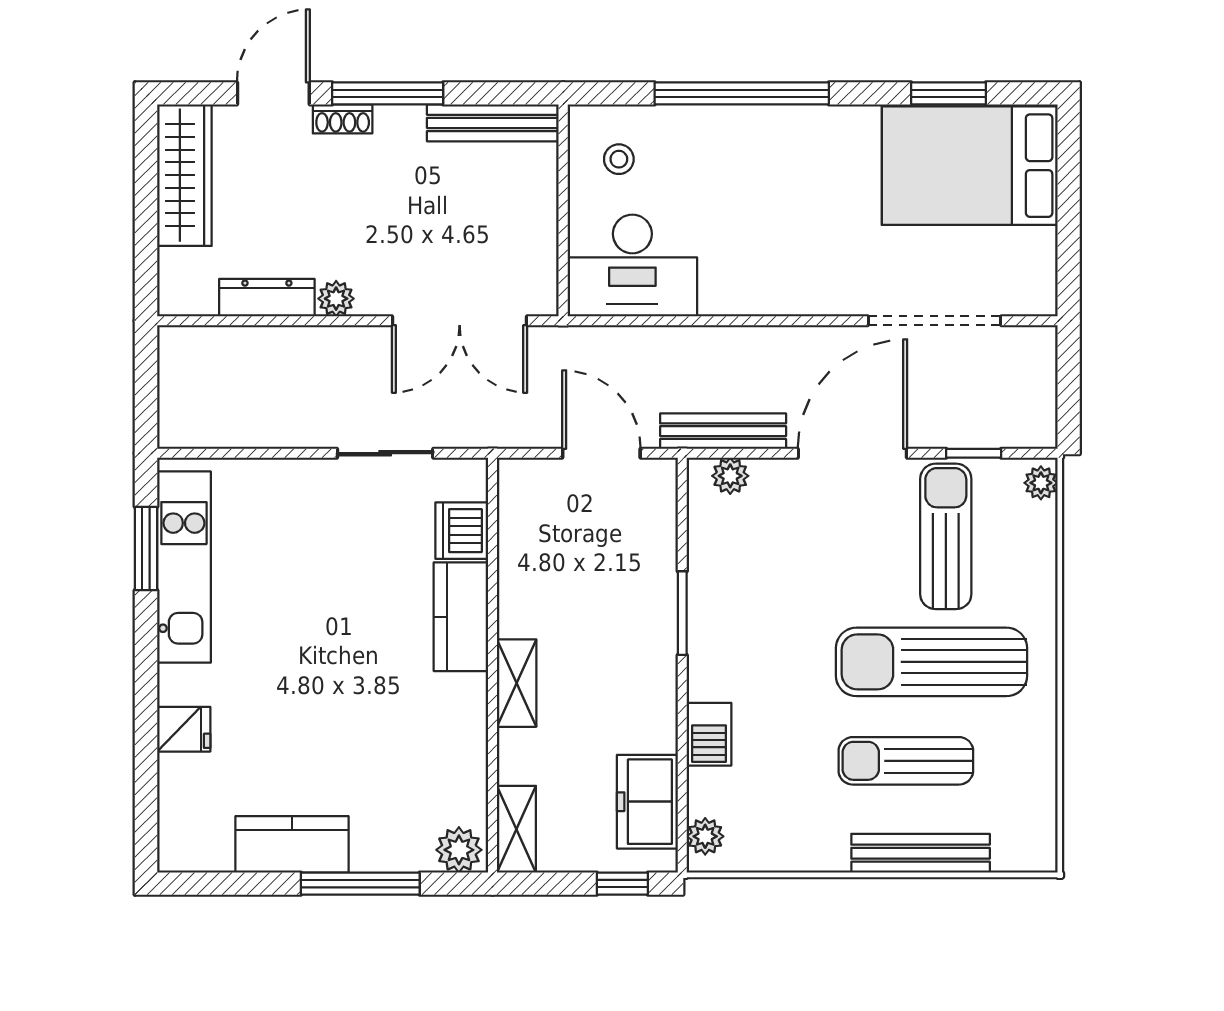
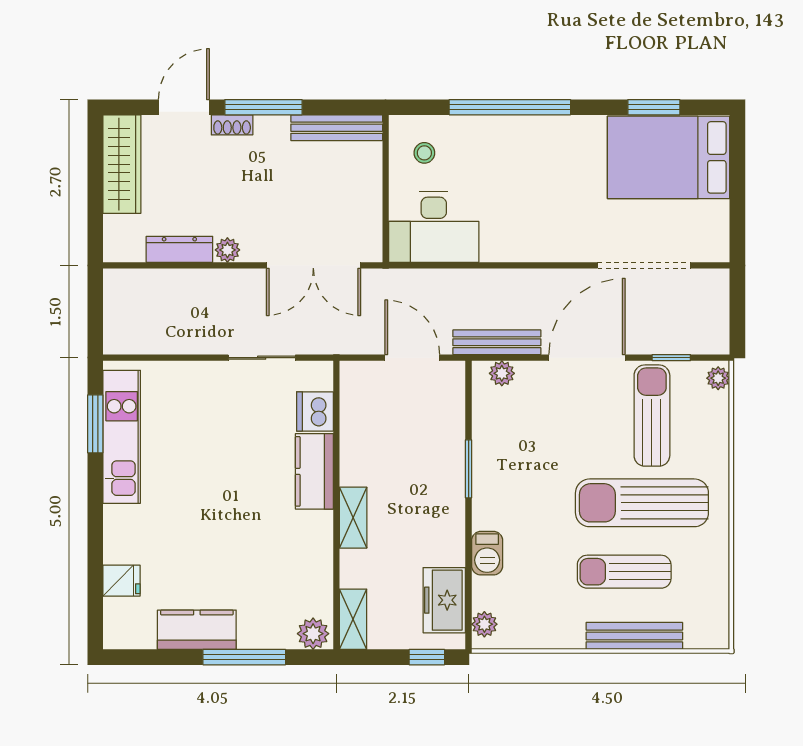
fridge: (184, 729) -> (121, 581), moved

